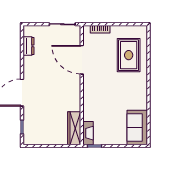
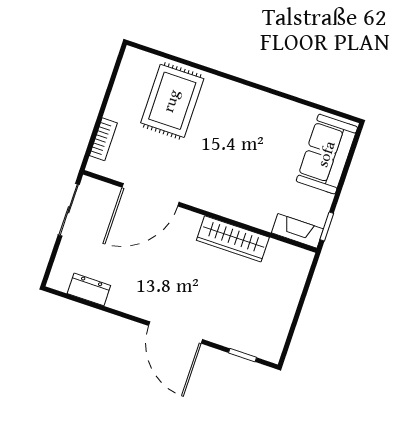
rug: (129, 55) -> (172, 101), turned 90
sofa: (137, 127) -> (327, 154), moved, turned 90
wardrobe: (74, 128) -> (233, 239), moved

